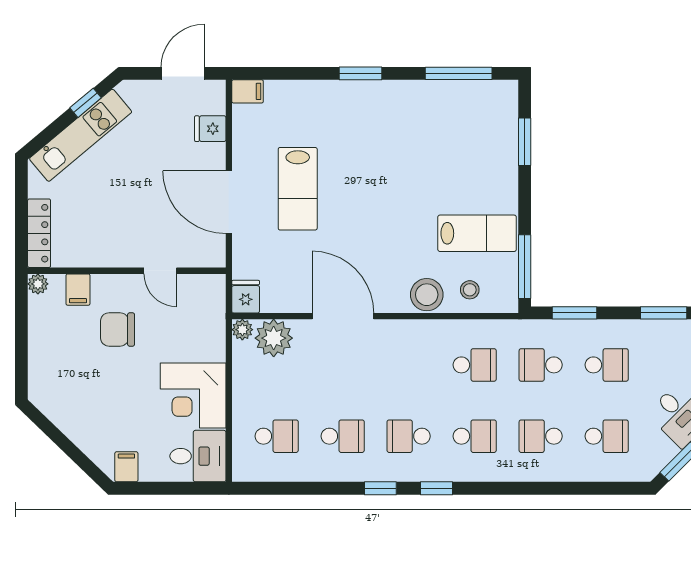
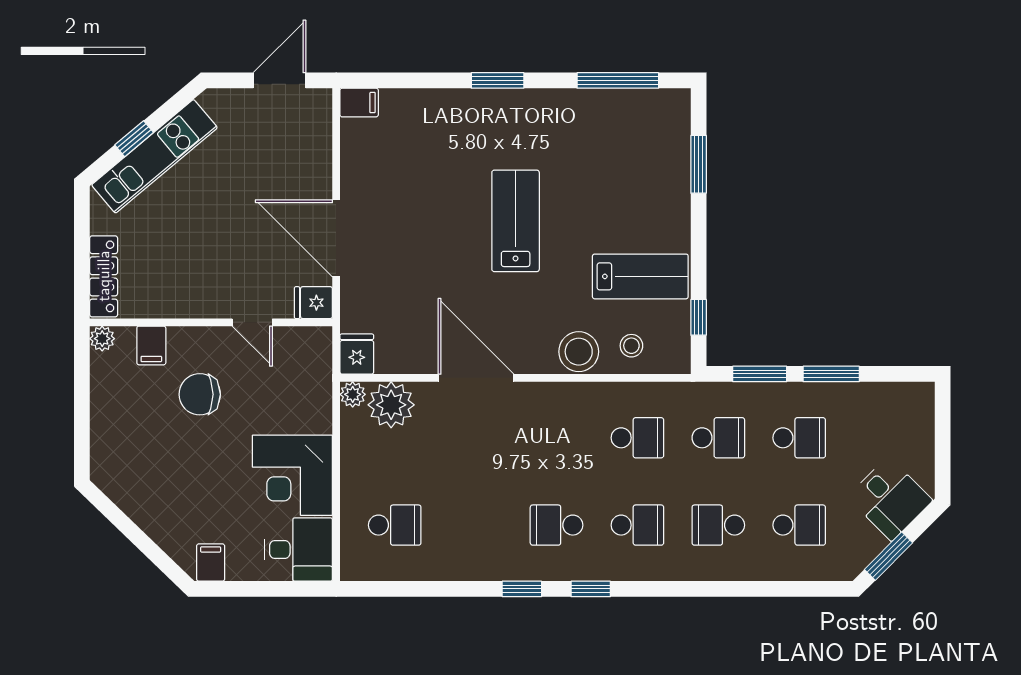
window: (86, 103) -> (134, 139), moved
fridge: (210, 129) -> (313, 303), moved
lab bench: (298, 189) -> (516, 221), moved, turned 180
window: (525, 267) -> (699, 317), width x0.46
window: (664, 313) -> (831, 374), moved
school desk: (541, 365) -> (718, 438), turned 180
school desk: (343, 436) -> (476, 525), removed

